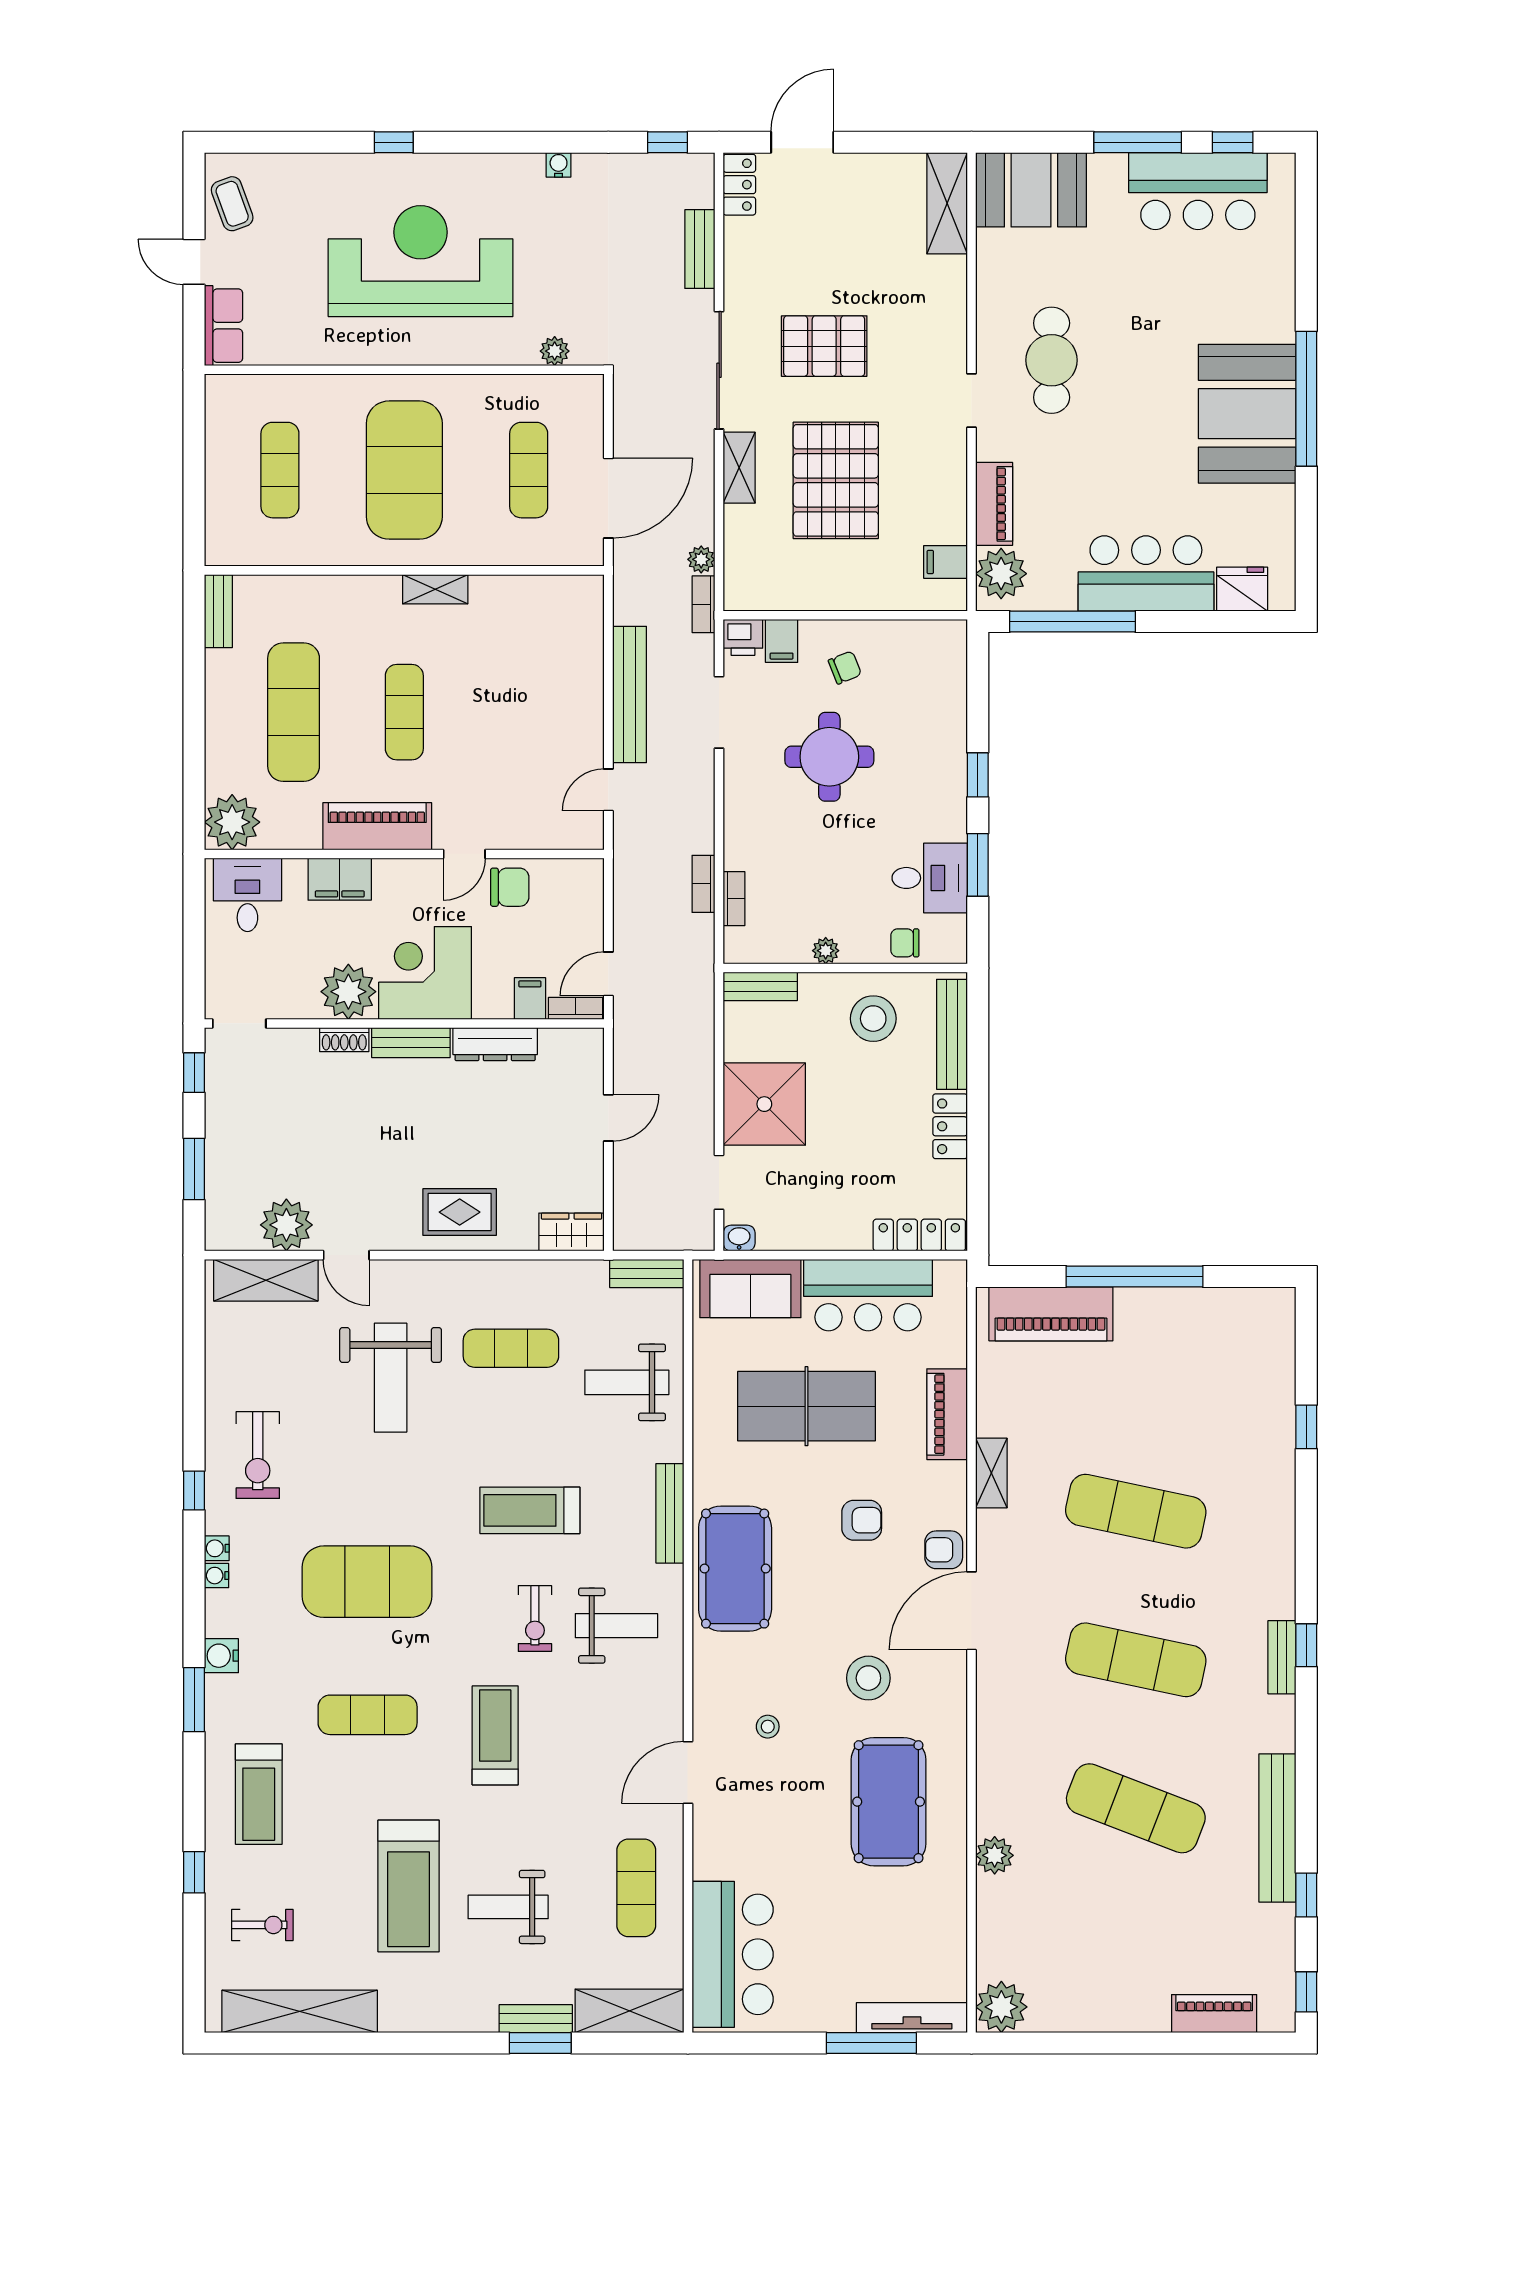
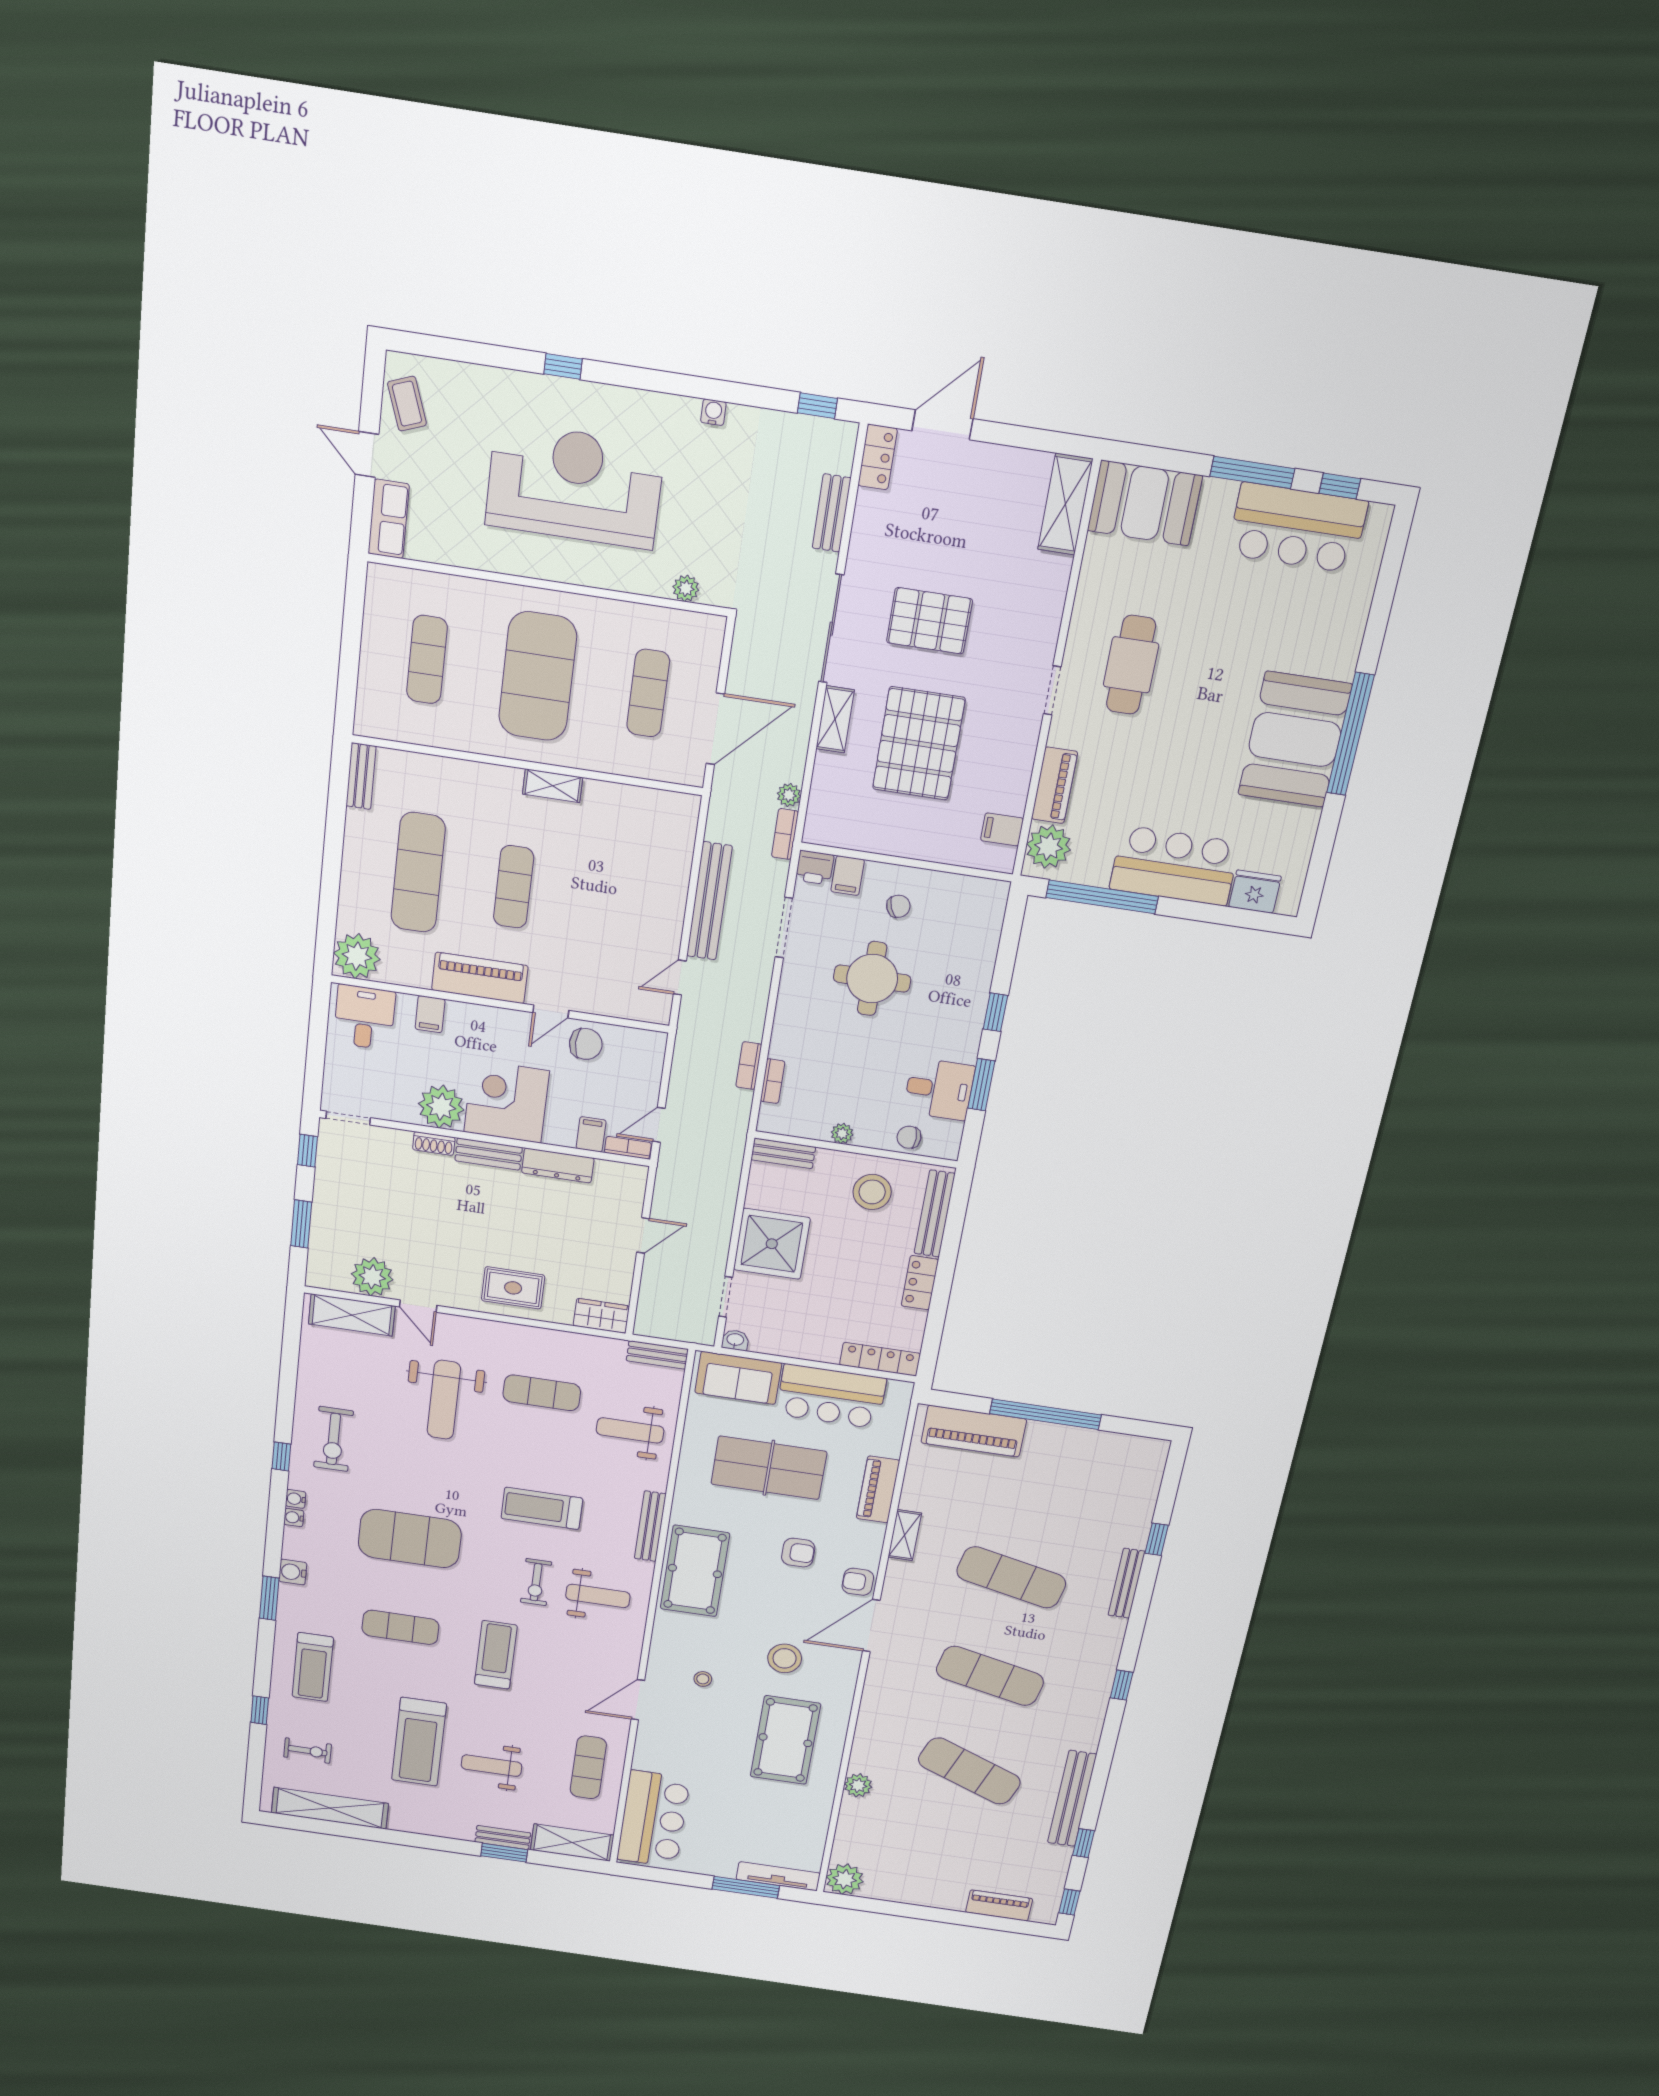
filing cabinet: (340, 879) -> (430, 1014), width x0.50
bench: (1282, 1657) -> (1127, 1583), moved, width x1.36

